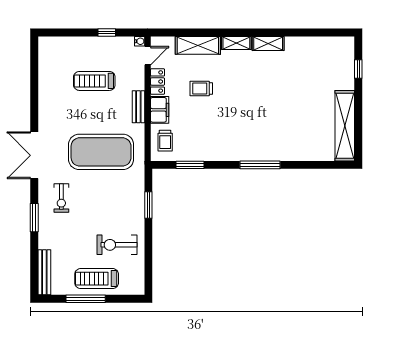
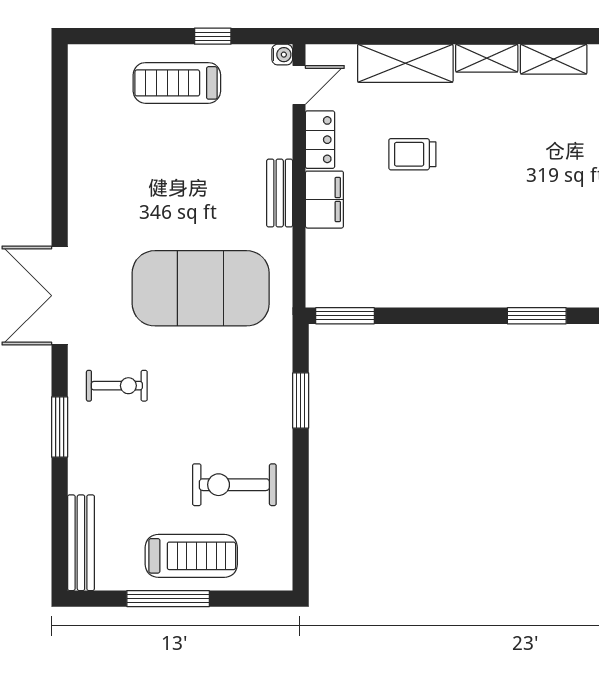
treadmill: (94, 81) -> (177, 83), moved
trolley: (165, 141) -> (336, 265), removed
window: (190, 165) -> (345, 316), moved
window: (260, 165) -> (537, 316), width x0.69
exercise bike: (61, 198) -> (117, 386), turned -90
treadmill: (97, 279) -> (191, 556), turned 180

